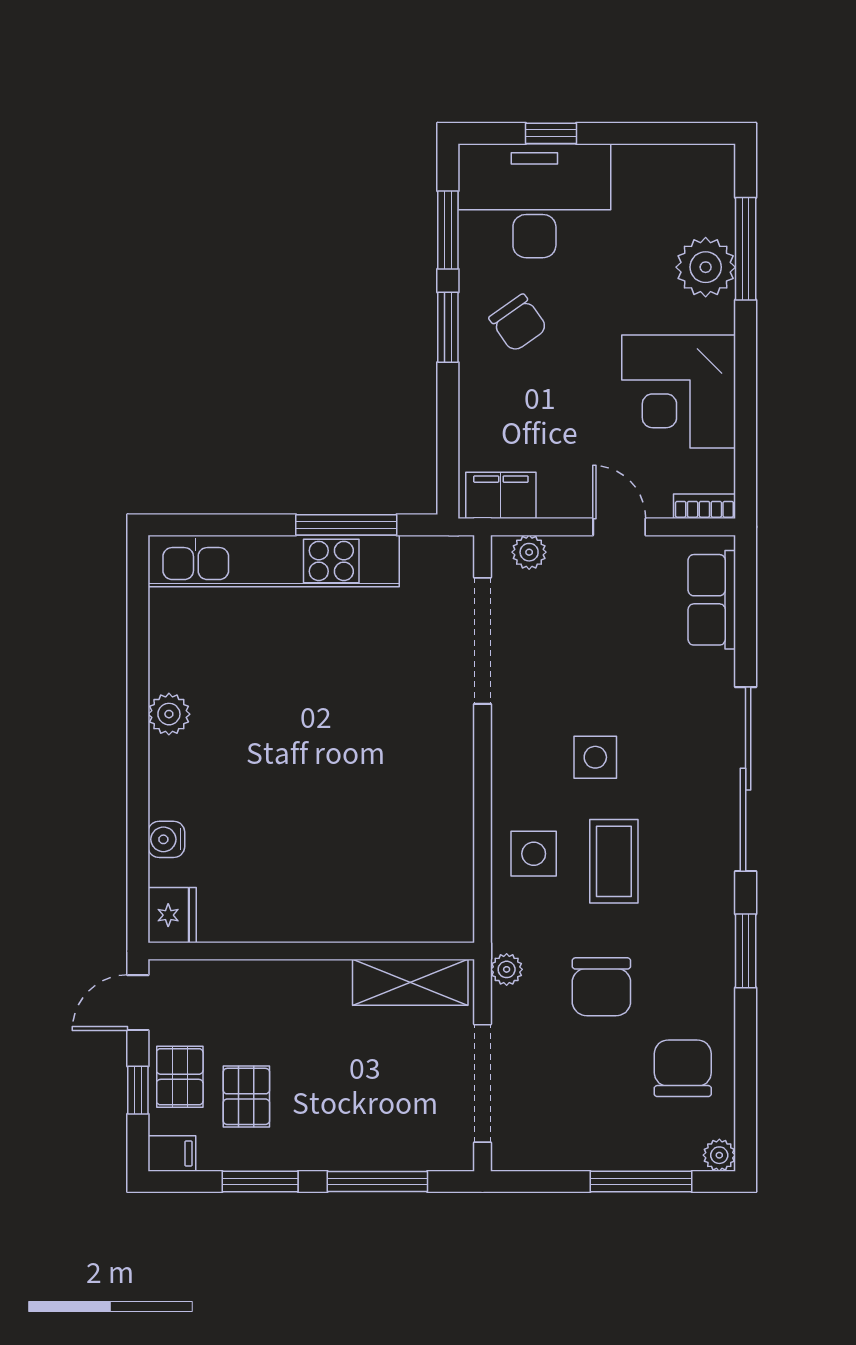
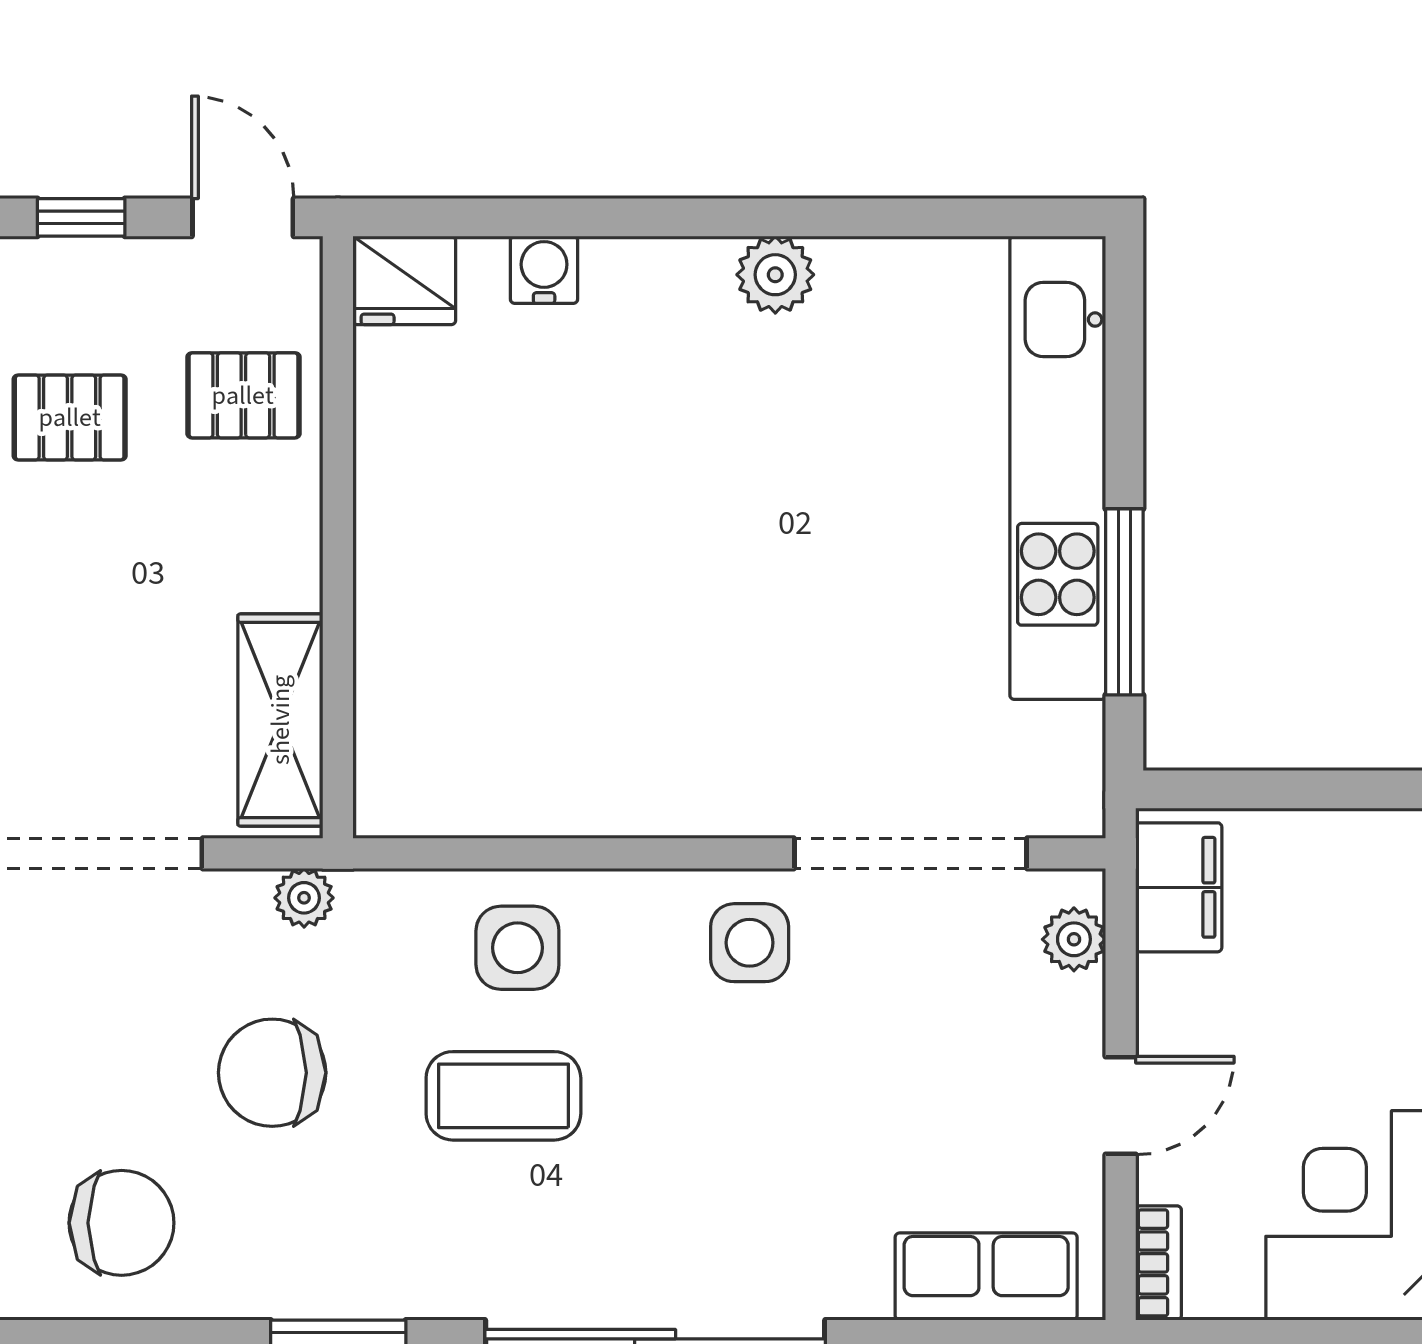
side table: (595, 757) -> (750, 943), moved
pallet: (180, 1077) -> (243, 395), moved

